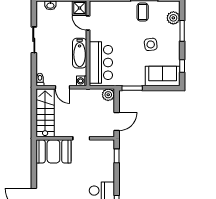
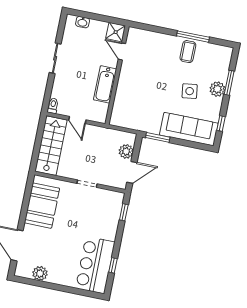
plant: (173, 18) -> (217, 89), moved
bar counter: (101, 62) -> (128, 100), removed
sofa: (163, 76) -> (189, 129), width x1.36
washing machine: (82, 81) -> (101, 117), removed
plant: (108, 95) -> (126, 151), moved
booth: (53, 151) -> (42, 206), moved, turned 90

